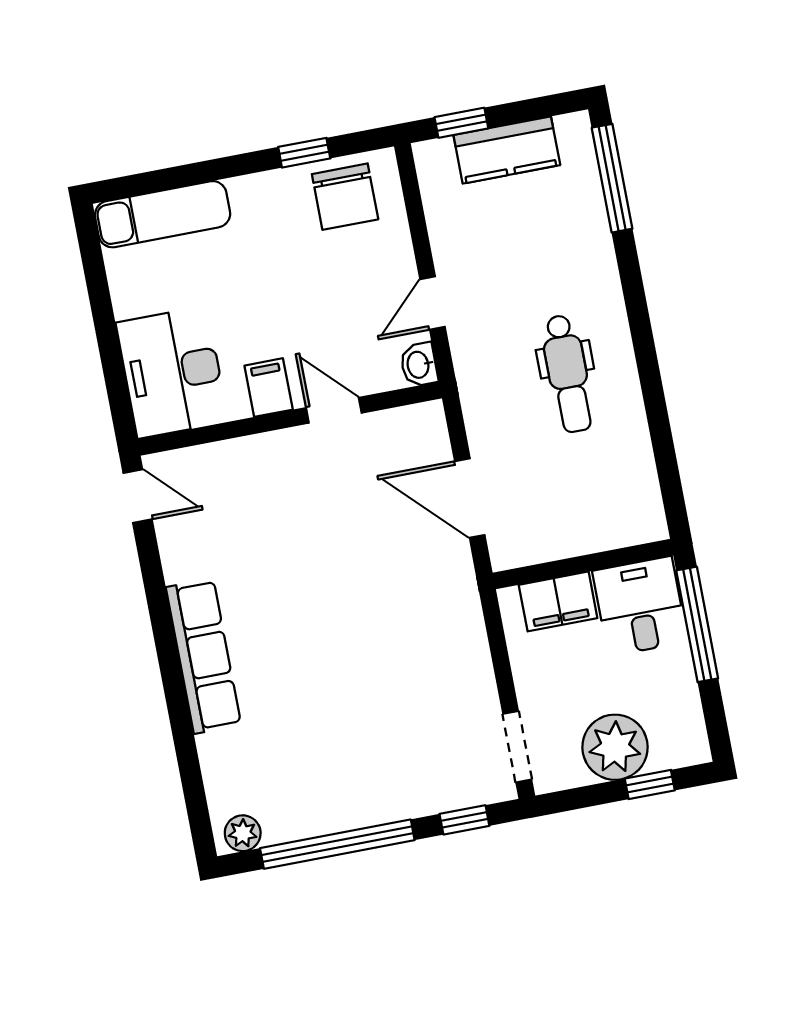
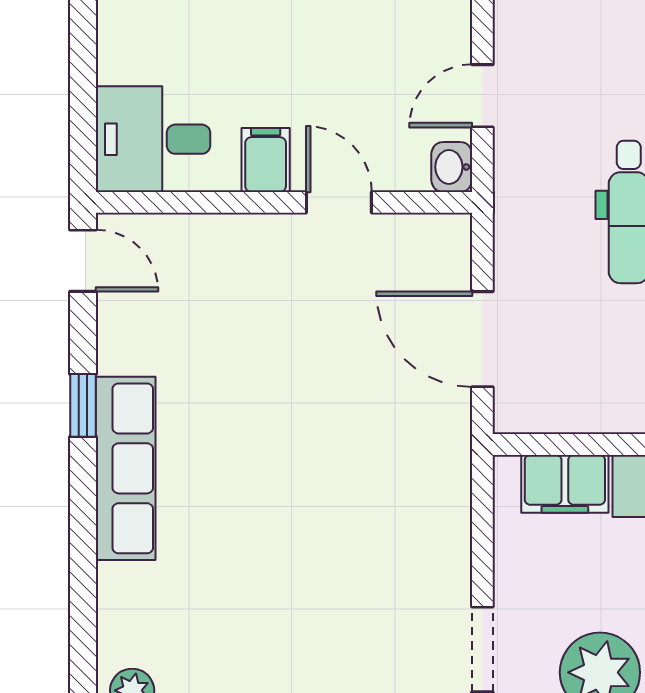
desk: (172, 372) -> (153, 139), width x0.73
window: (160, 612) -> (83, 405), added

